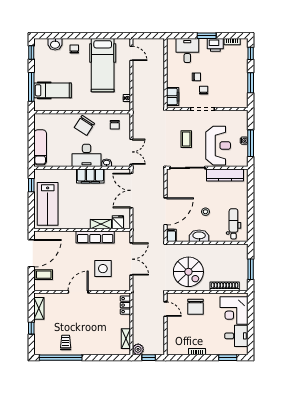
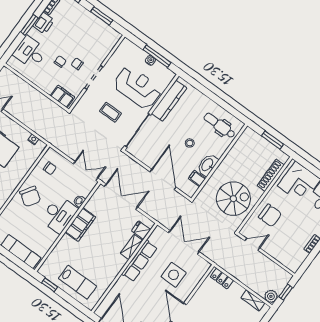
double door: (131, 190) -> (121, 197), swing flipped
lab bench: (48, 204) -> (78, 282), width x0.73, depth x0.72
filing cabinet: (171, 235) -> (197, 178), moved

